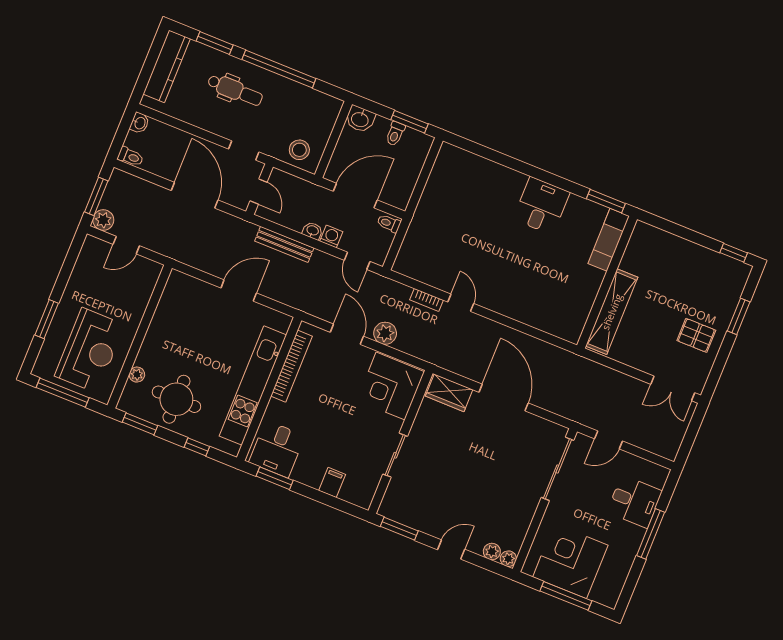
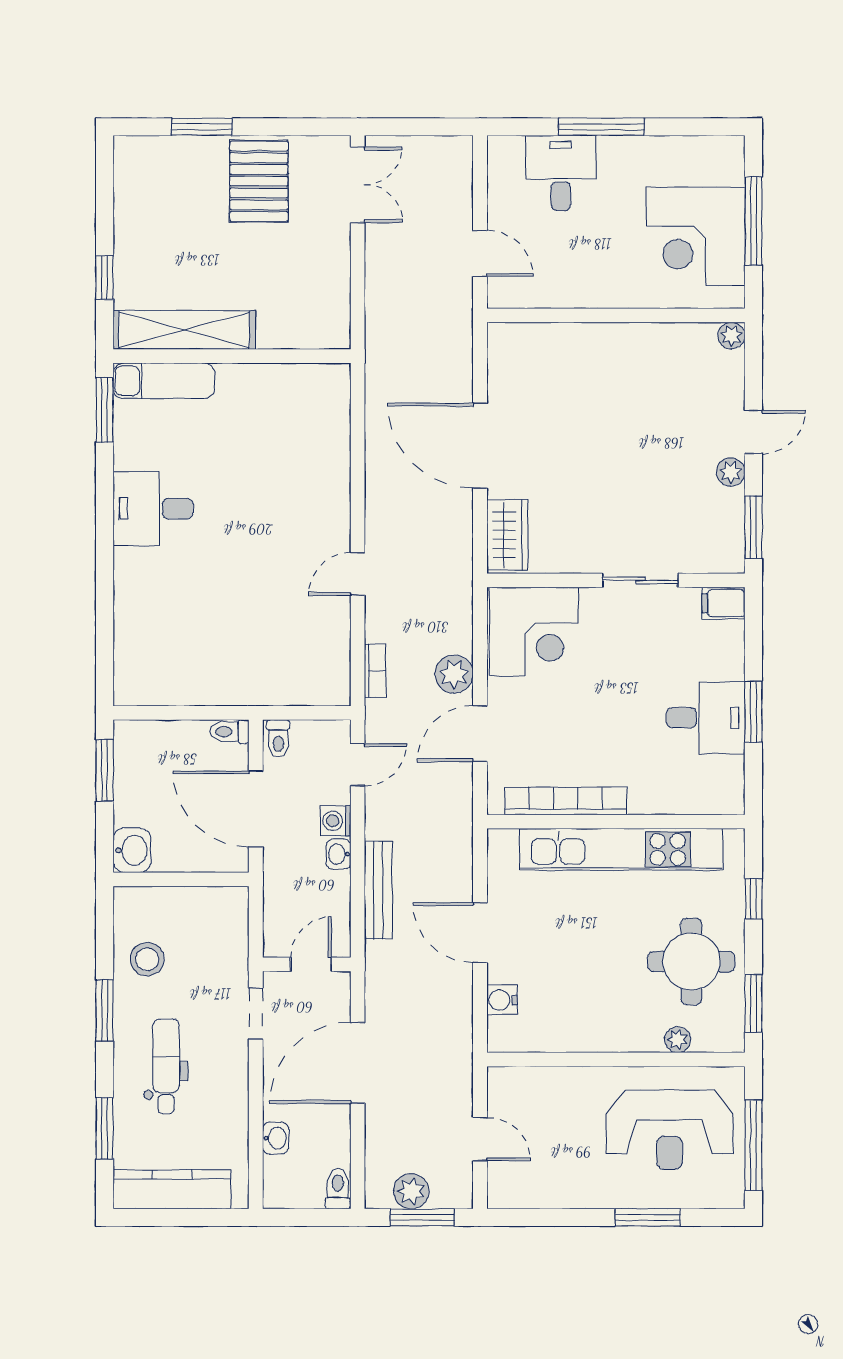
window: (279, 69) -> (105, 1010), width x0.47
washbasin: (140, 123) -> (276, 1138), moved, turned 90
toilet: (395, 134) -> (229, 732), moved, turned 180
stool: (299, 150) -> (147, 959), moved
plant: (103, 220) -> (411, 1191), moved
window: (734, 253) -> (105, 278), moved
water cooler: (197, 288) -> (502, 1000), added
bookcase: (427, 300) -> (375, 671), moved
shelving: (612, 312) -> (184, 330), moved
pallet: (696, 335) -> (259, 181), width x1.50, depth x1.42
reception desk: (90, 350) -> (669, 1130), turned 180
door: (504, 398) -> (480, 446), hinge flipped
desk: (277, 449) -> (706, 718), moved
sliding door: (557, 469) -> (558, 315), removed
window: (275, 478) -> (753, 712), moved
filing cabinet: (332, 482) -> (724, 603), moved
door: (451, 550) -> (753, 432), swing flipped
plant: (492, 552) -> (731, 472), moved

